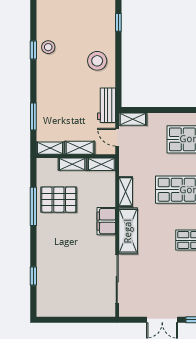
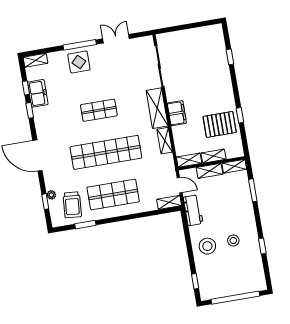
stool: (48, 47) -> (233, 241), moved
window: (33, 206) -> (240, 115), width x0.46

